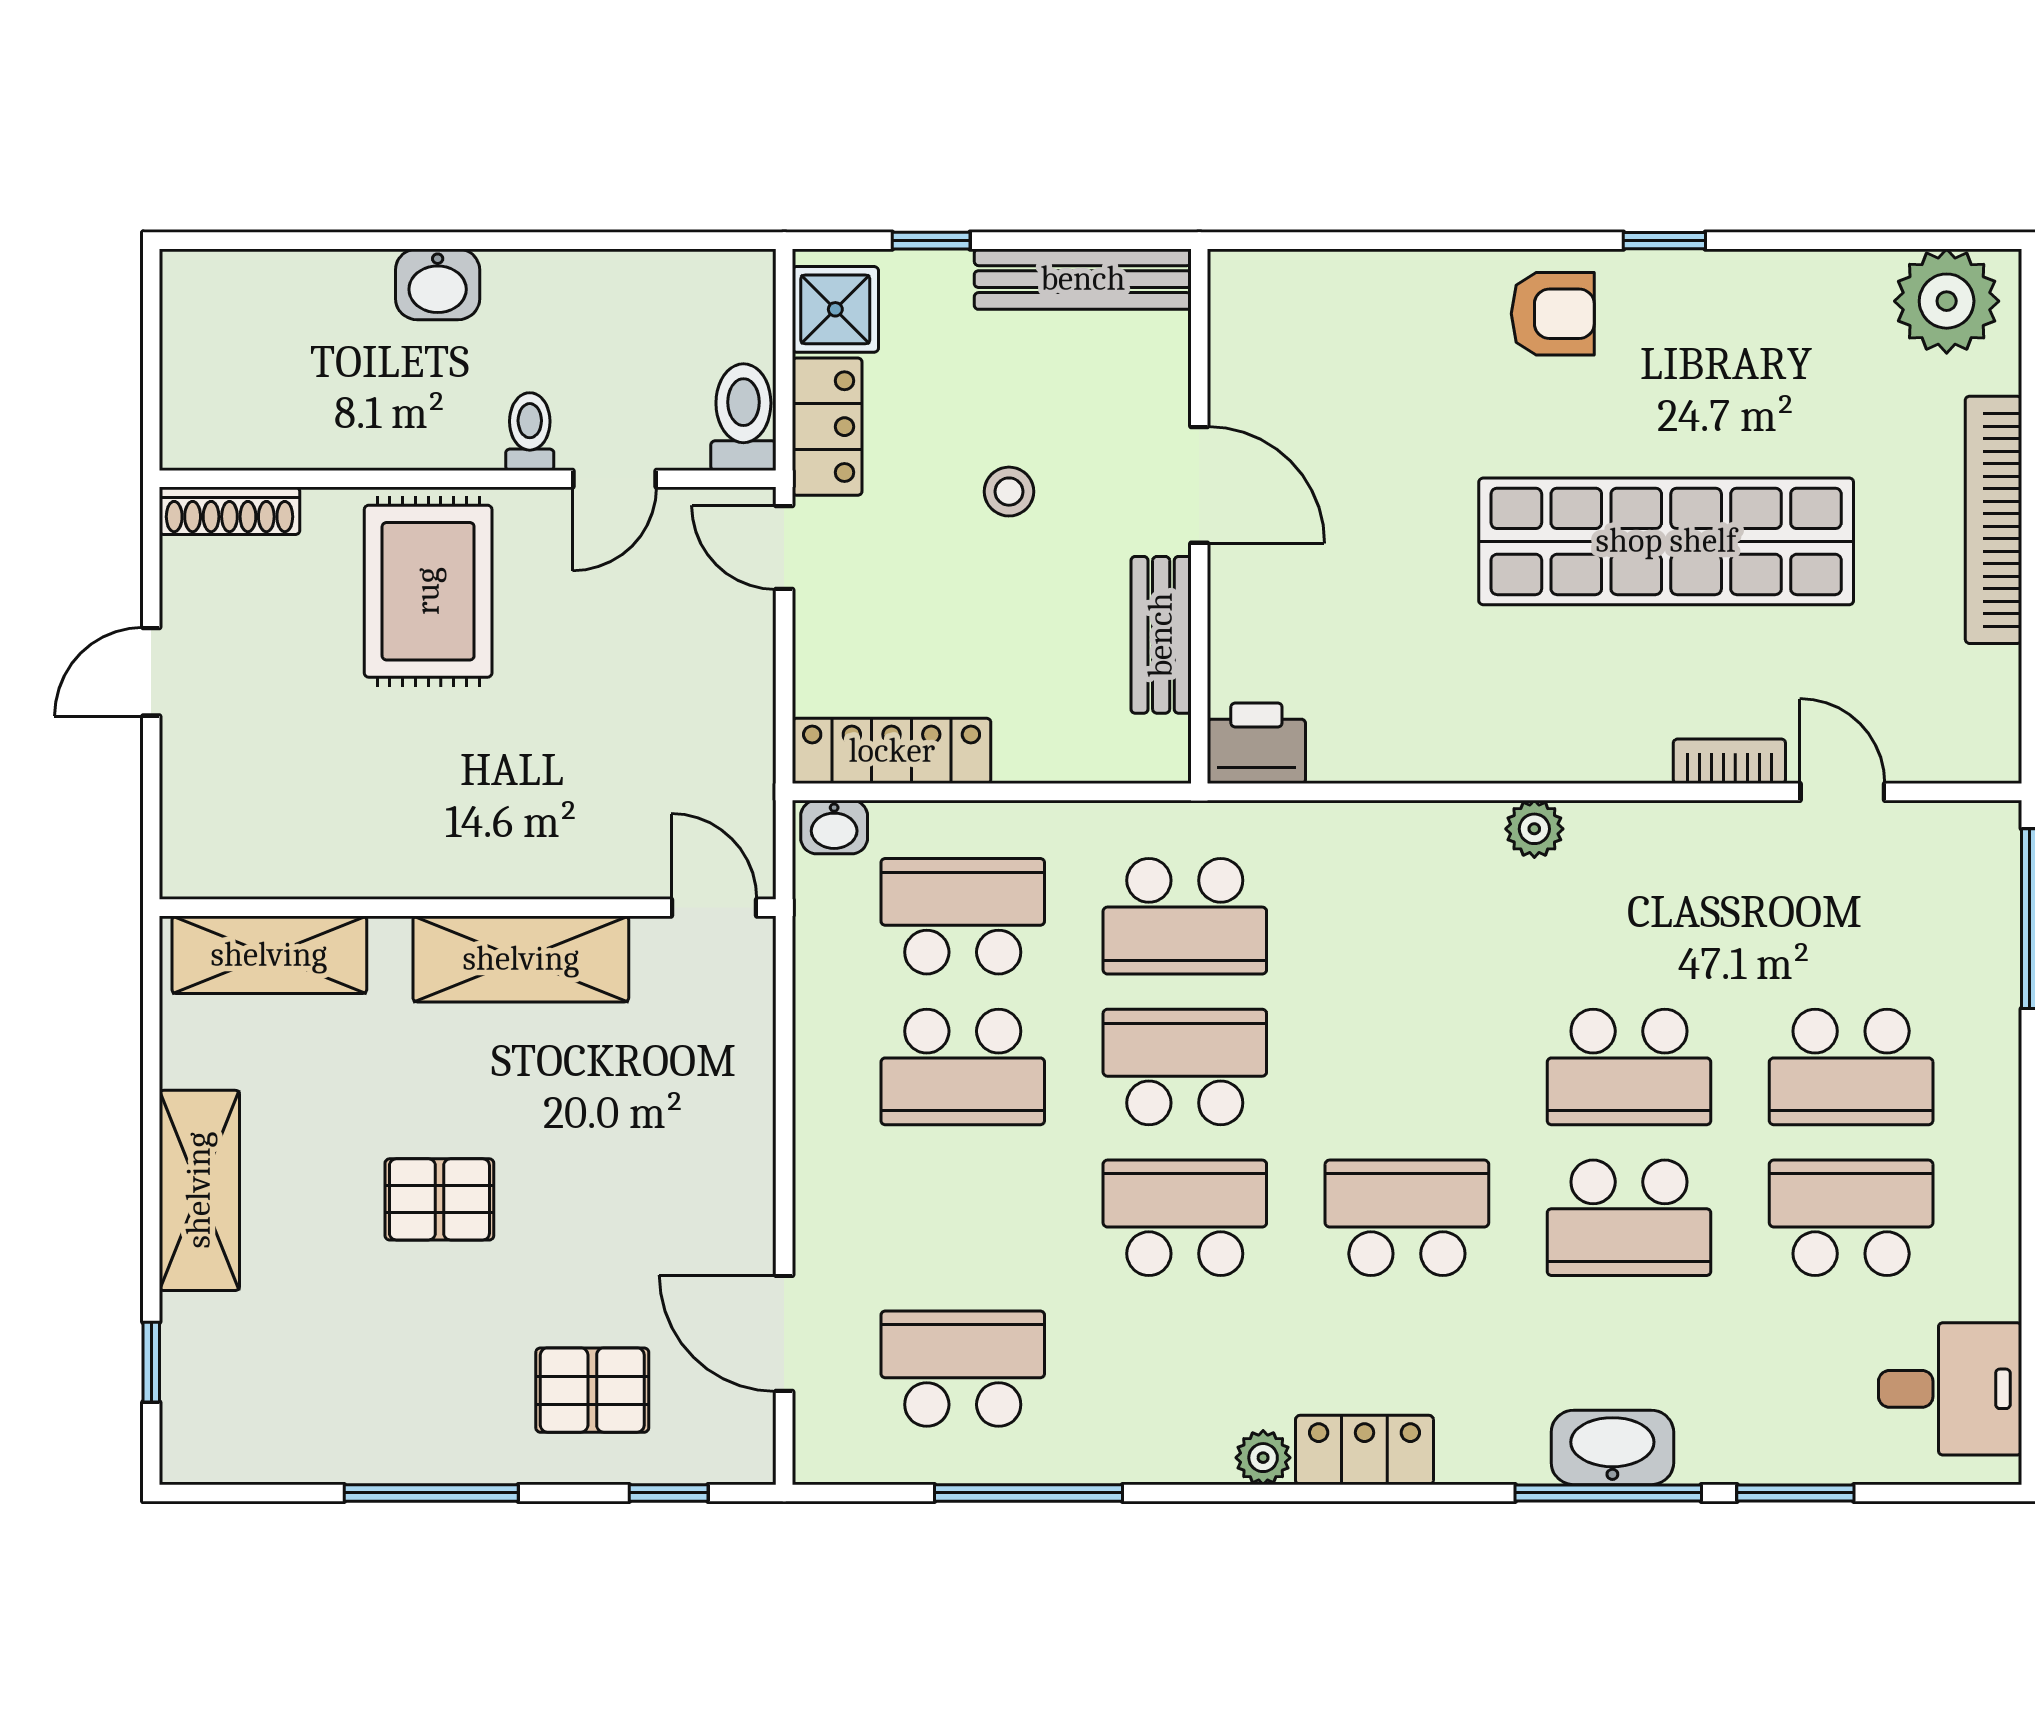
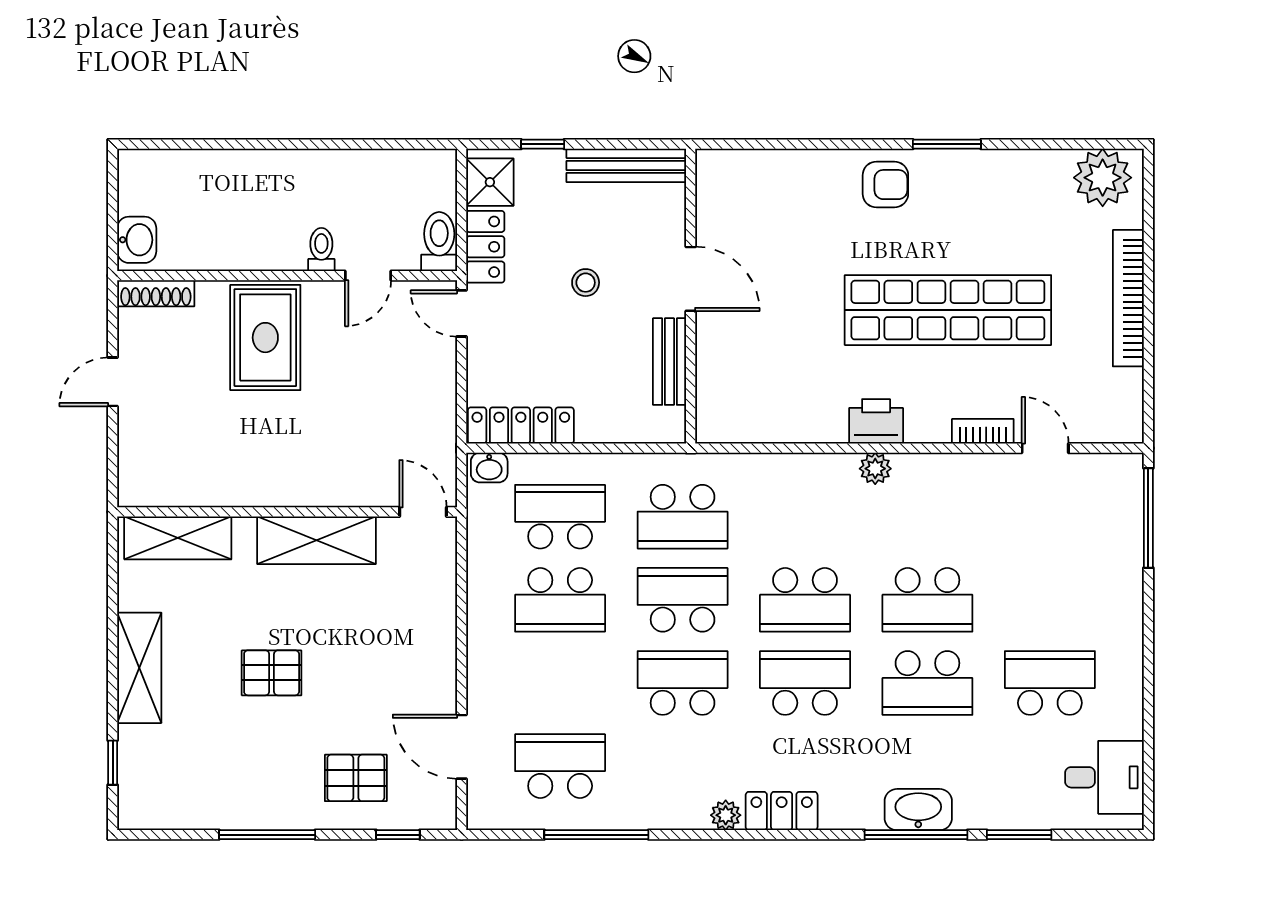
window: (1664, 241) -> (947, 144), width x1.50
washbasin: (438, 284) -> (137, 240), moved, turned -90
printer: (1256, 743) -> (876, 421), moved
school desk: (1851, 1067) -> (805, 600), moved

